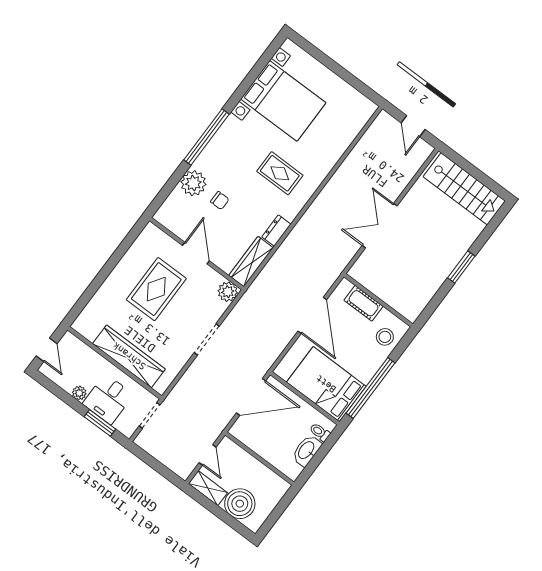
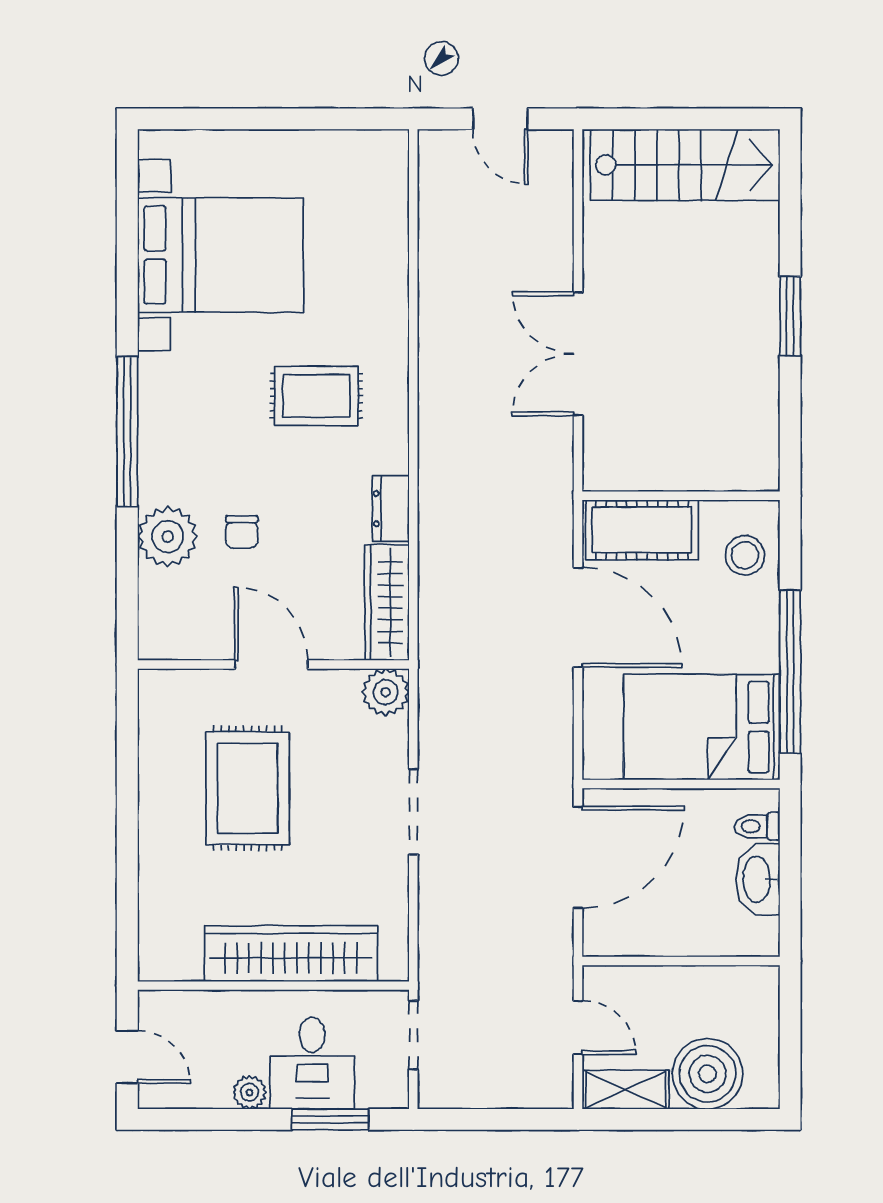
chair: (220, 200) -> (242, 532), turned 90
cot: (363, 303) -> (642, 530), width x1.37, depth x1.34

